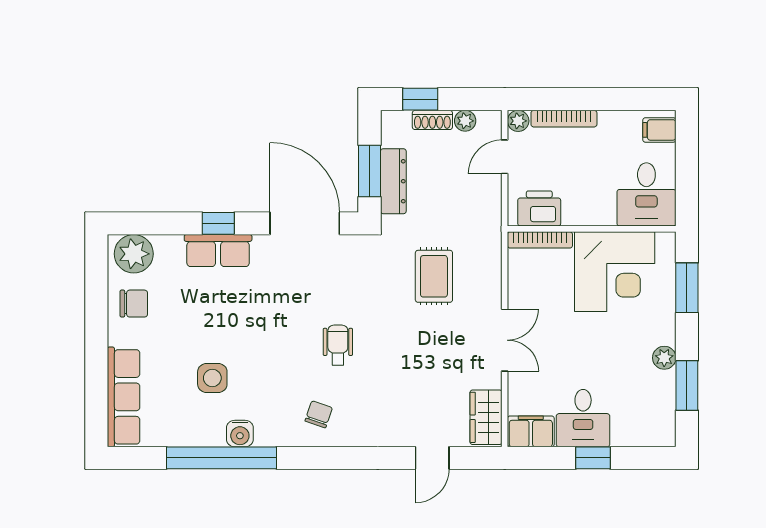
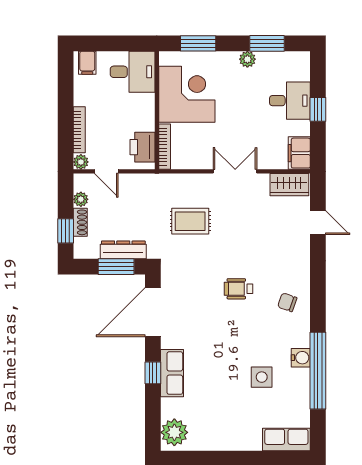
chair: (134, 304) -> (209, 432), removed
row of seats: (124, 397) -> (286, 440), width x0.68
desk: (583, 418) -> (290, 101), moved

